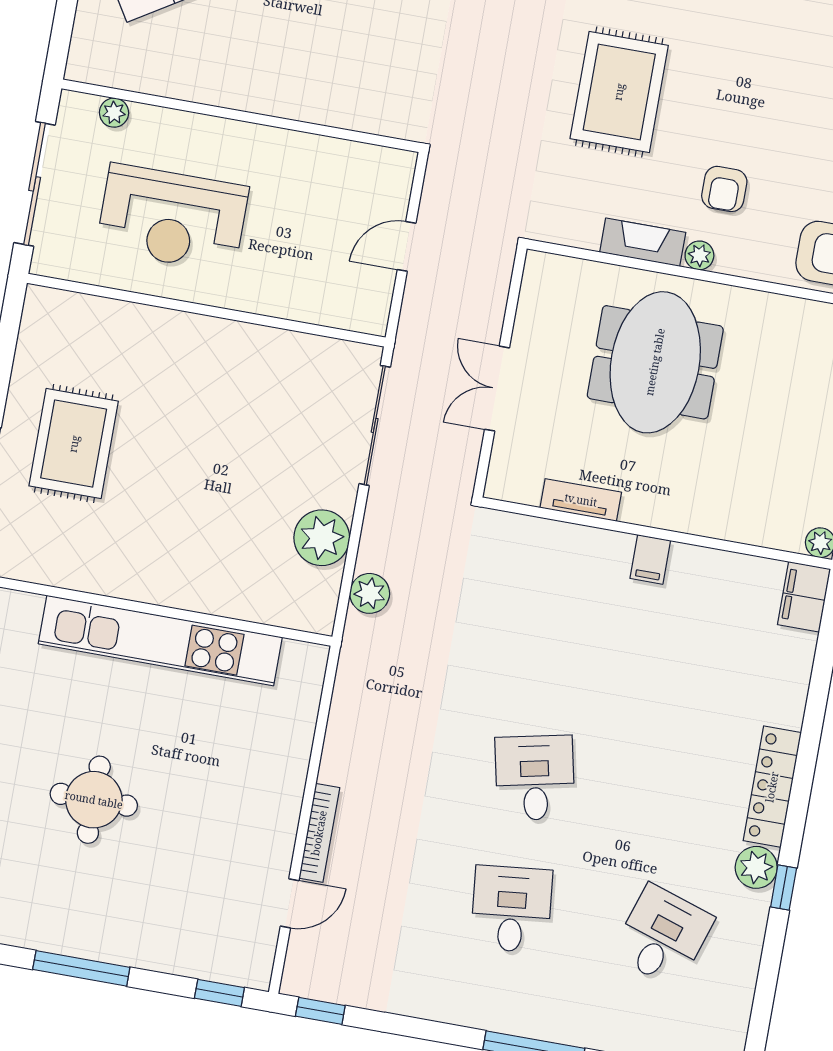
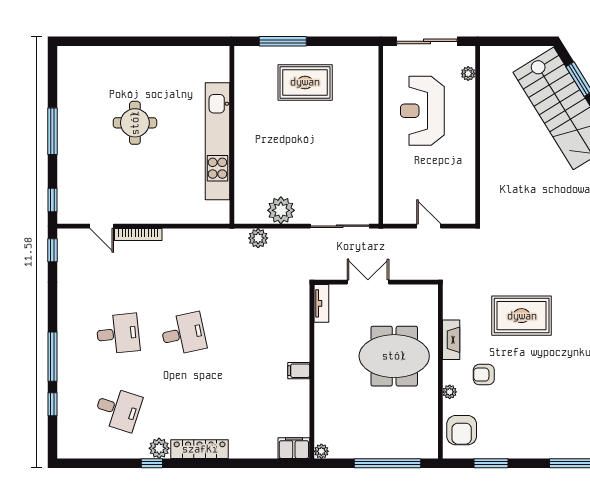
plant: (699, 255) -> (450, 392), moved
tv unit: (581, 500) -> (321, 303), moved

